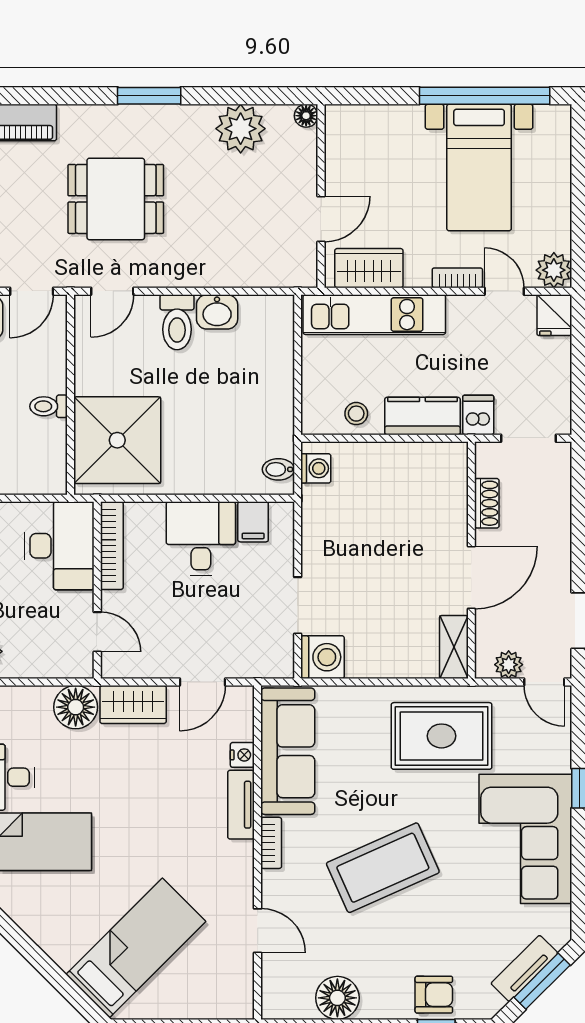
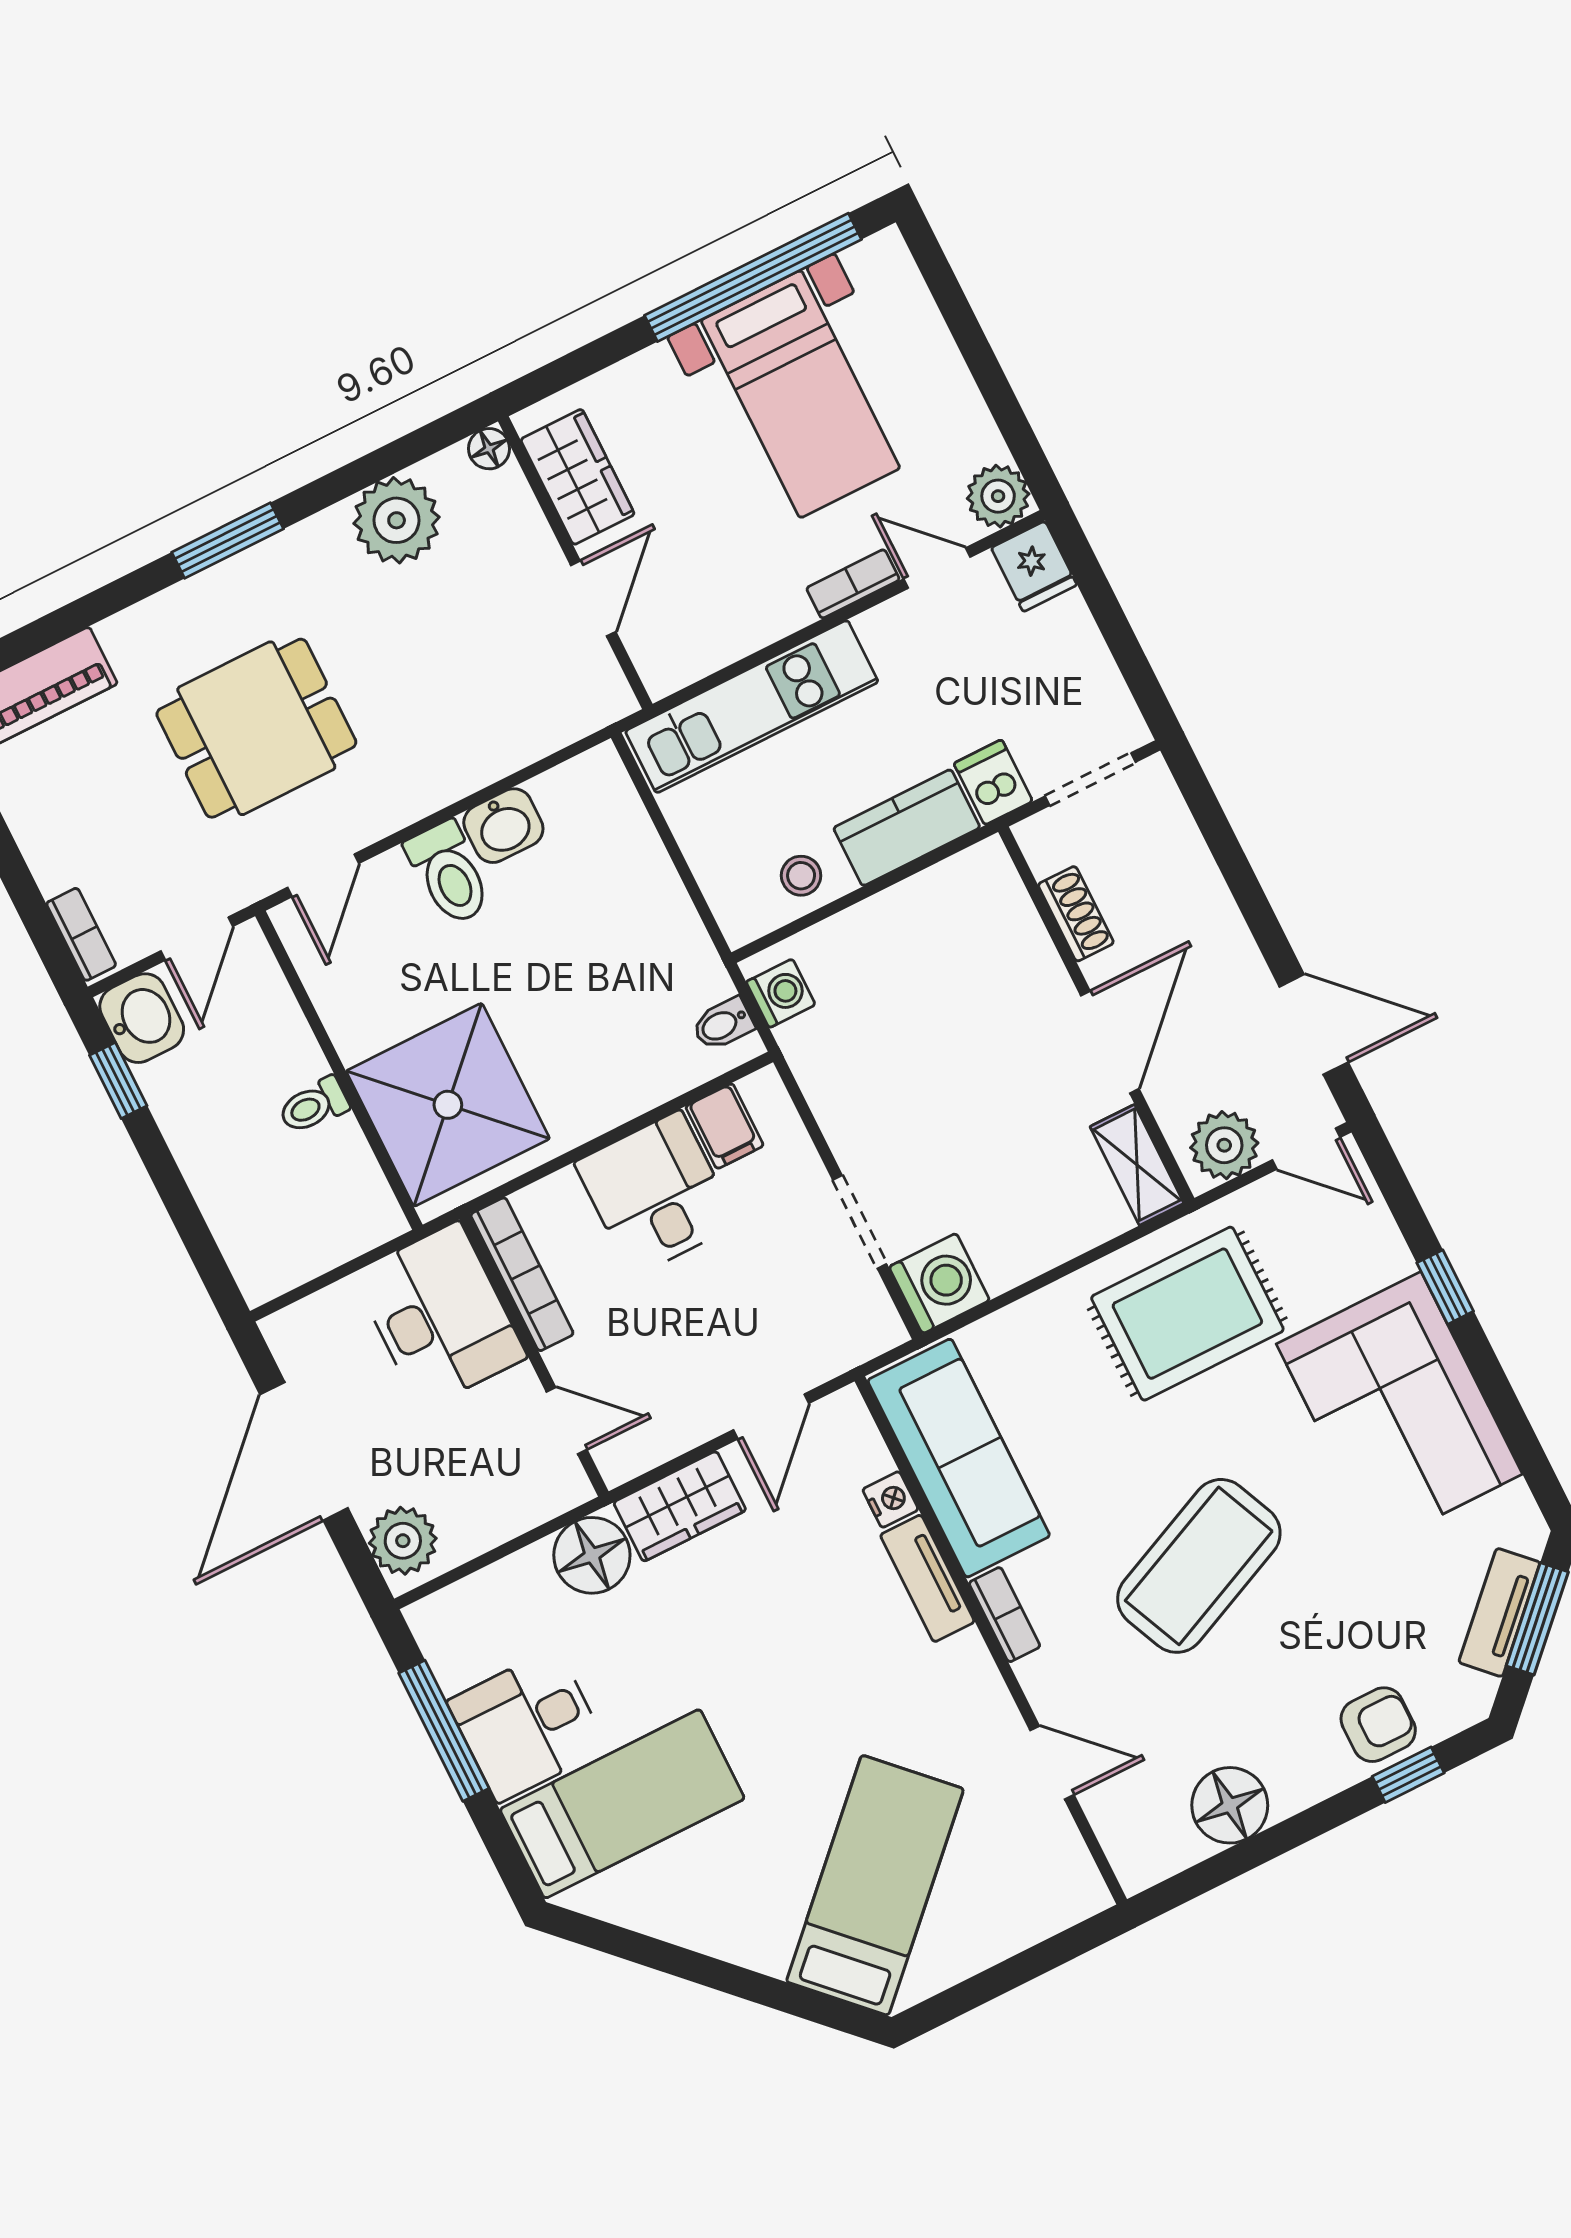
wardrobe: (369, 268) -> (578, 477), moved, turned 90
plant: (509, 665) -> (1224, 1145), width x1.38, depth x1.38

